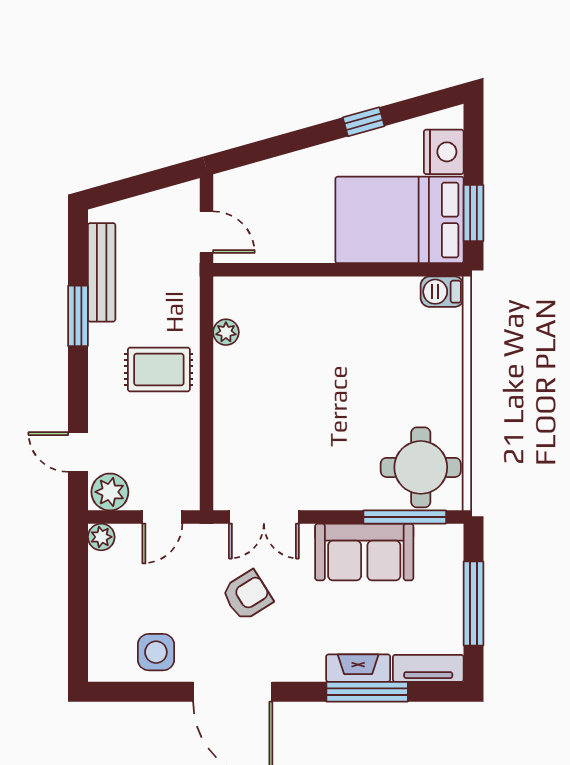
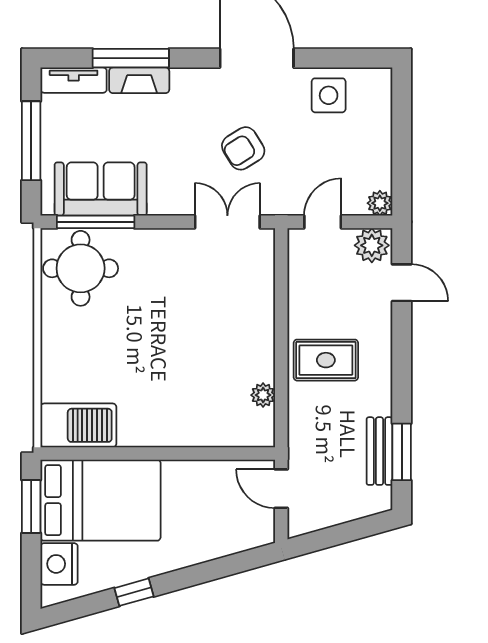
bench: (102, 272) -> (379, 451), width x0.73
barbecue: (442, 292) -> (78, 425), width x1.88, depth x1.53
window: (78, 316) -> (402, 452), moved
sofa: (364, 552) -> (101, 189), moved

